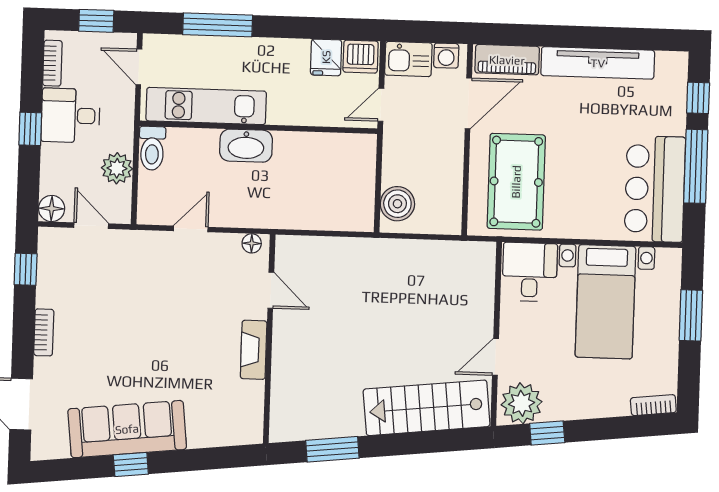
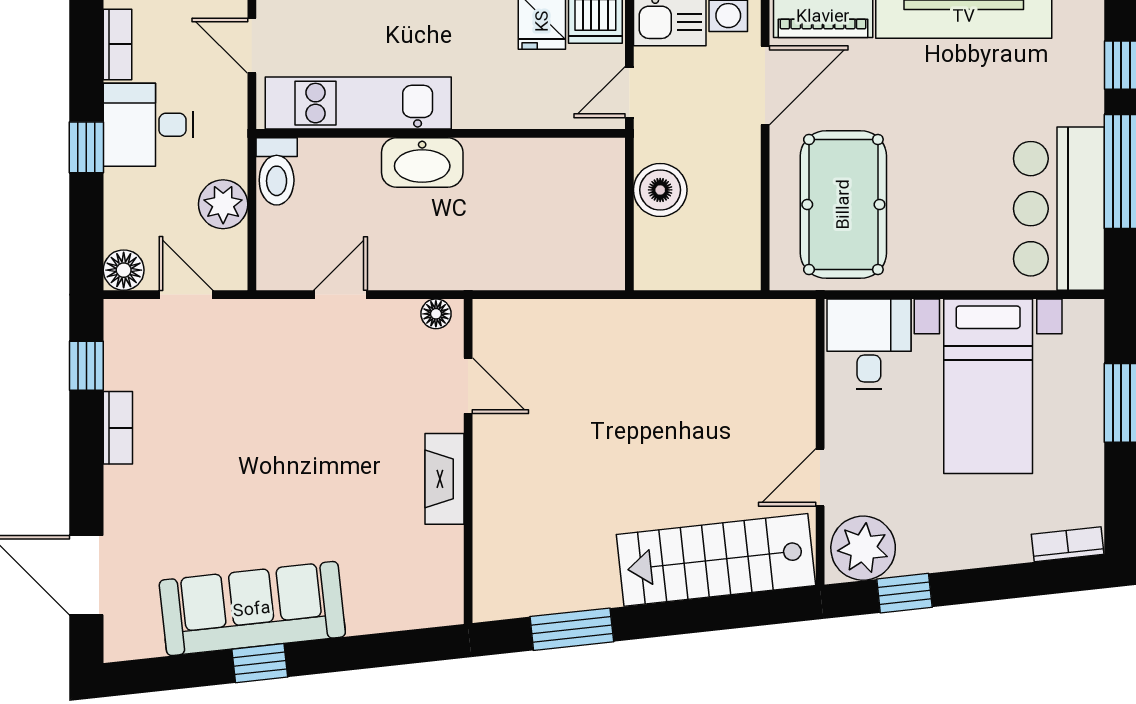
boiler: (397, 204) -> (660, 190), moved
bookcase: (44, 332) -> (118, 428), moved

